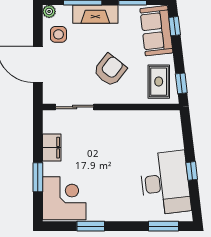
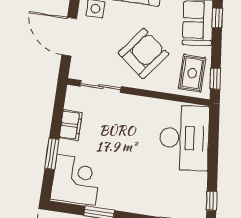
armchair: (110, 70) -> (143, 54), width x1.36, depth x1.36
window: (192, 171) -> (212, 201), moved
desk: (165, 183) -> (184, 138), moved

